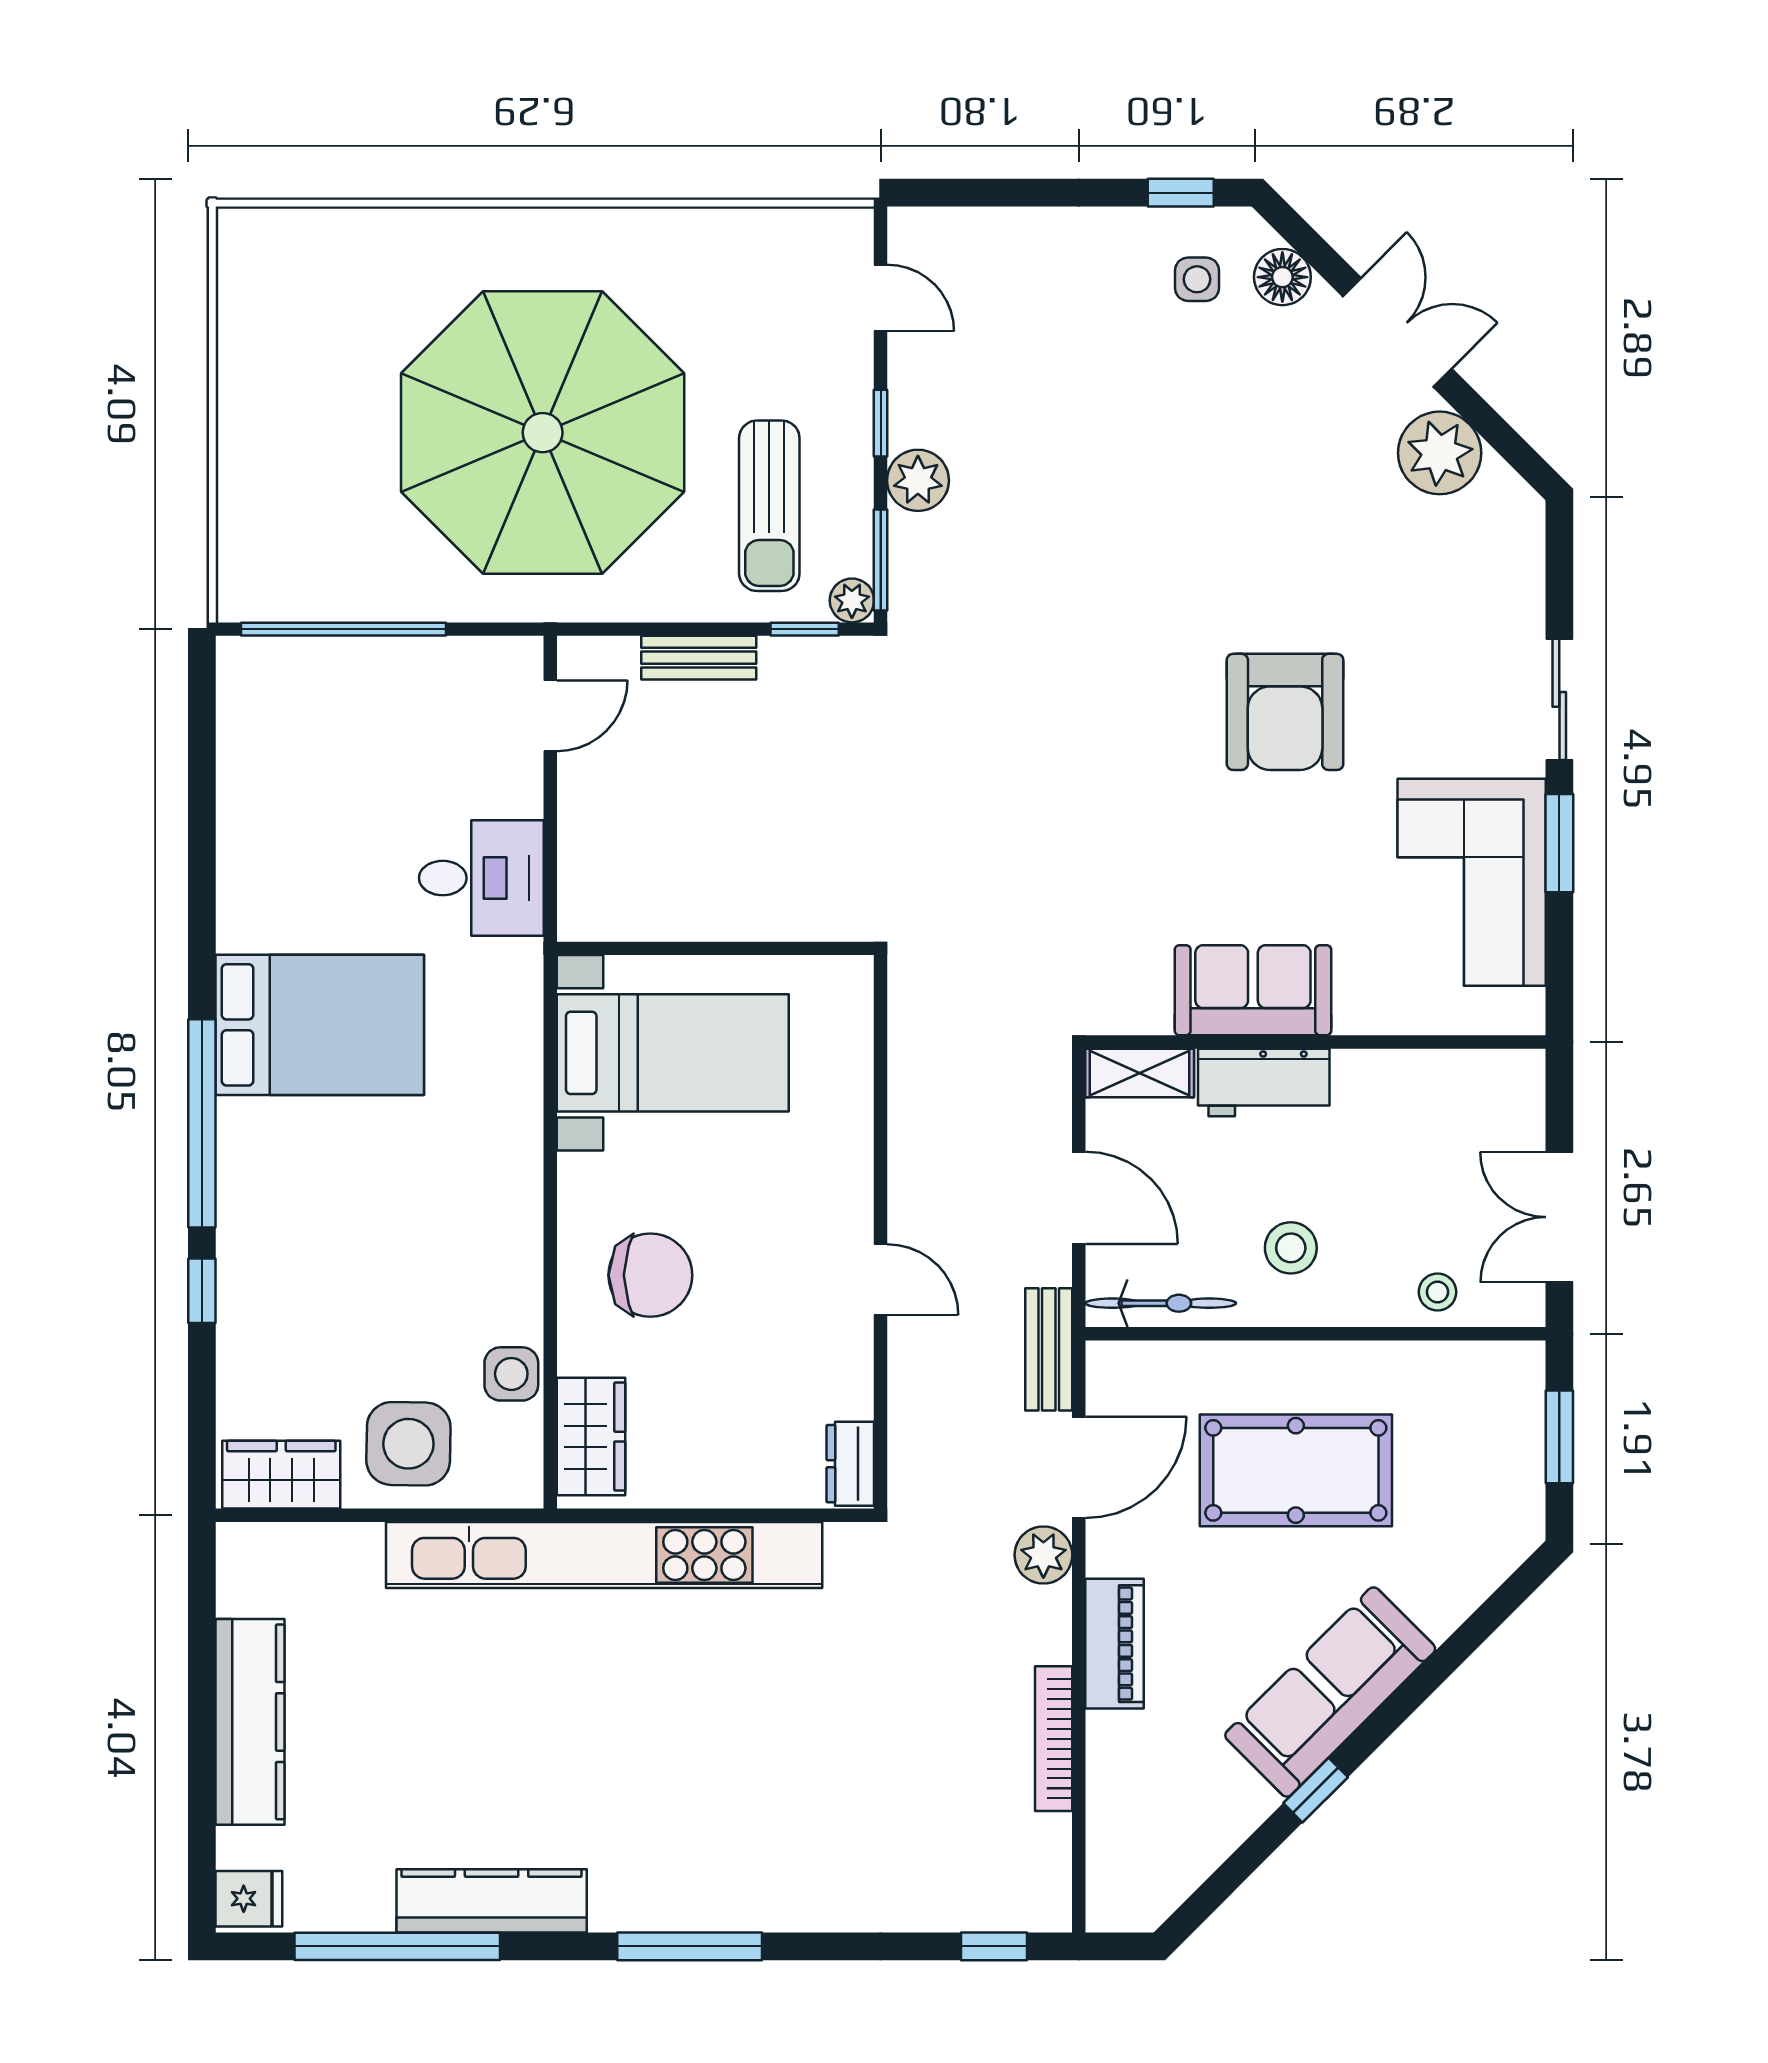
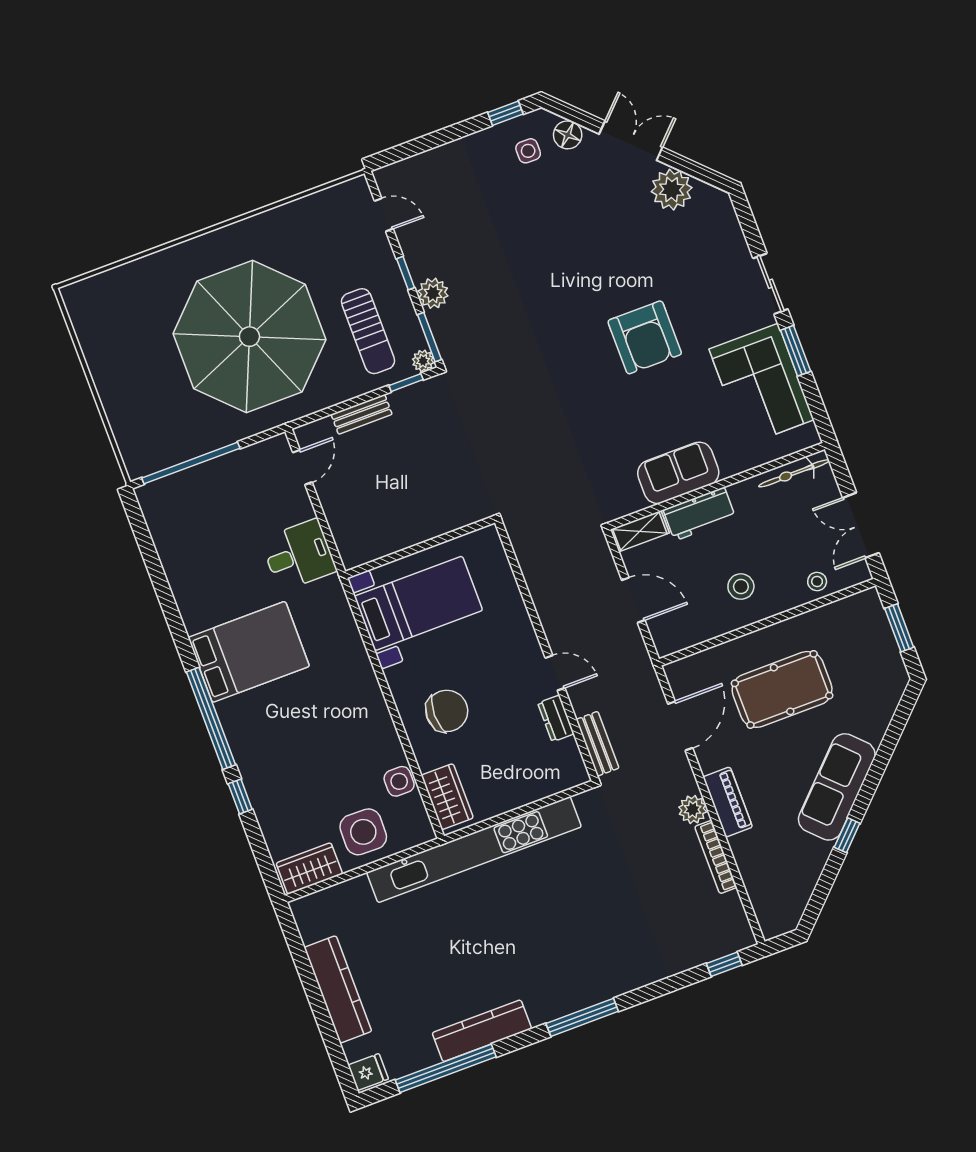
bicycle: (1161, 1303) -> (794, 473), moved, turned 180
bench: (1049, 1349) -> (597, 744), moved
dresser: (850, 1464) -> (556, 718), moved
plant: (1043, 1555) -> (693, 809), moved

